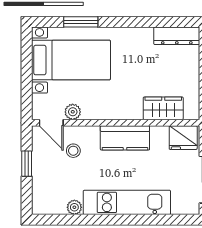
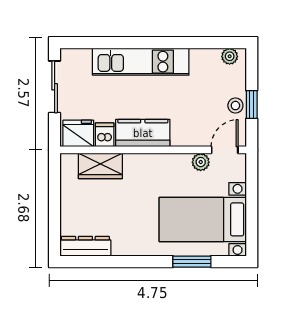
door: (51, 123) -> (225, 150), hinge flipped
dishwasher: (159, 136) -> (105, 135), added
stool: (73, 151) -> (235, 106), moved
plant: (74, 207) -> (230, 56), moved

